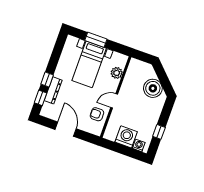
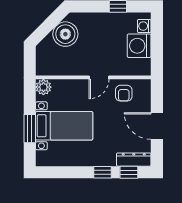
plant: (117, 73) -> (43, 87), moved
dresser: (53, 90) -> (134, 160), moved
door: (114, 101) -> (99, 77), hinge flipped
door: (66, 129) -> (157, 126), hinge flipped

